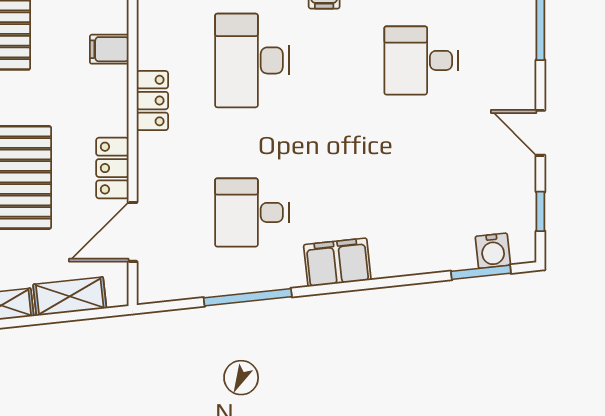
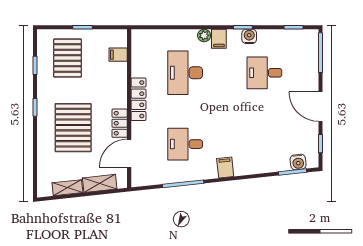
filing cabinet: (109, 49) -> (118, 55), moved
locker: (152, 101) -> (138, 99), width x1.53
door: (540, 133) -> (320, 107), width x1.38
filing cabinet: (337, 262) -> (225, 167), width x0.50

